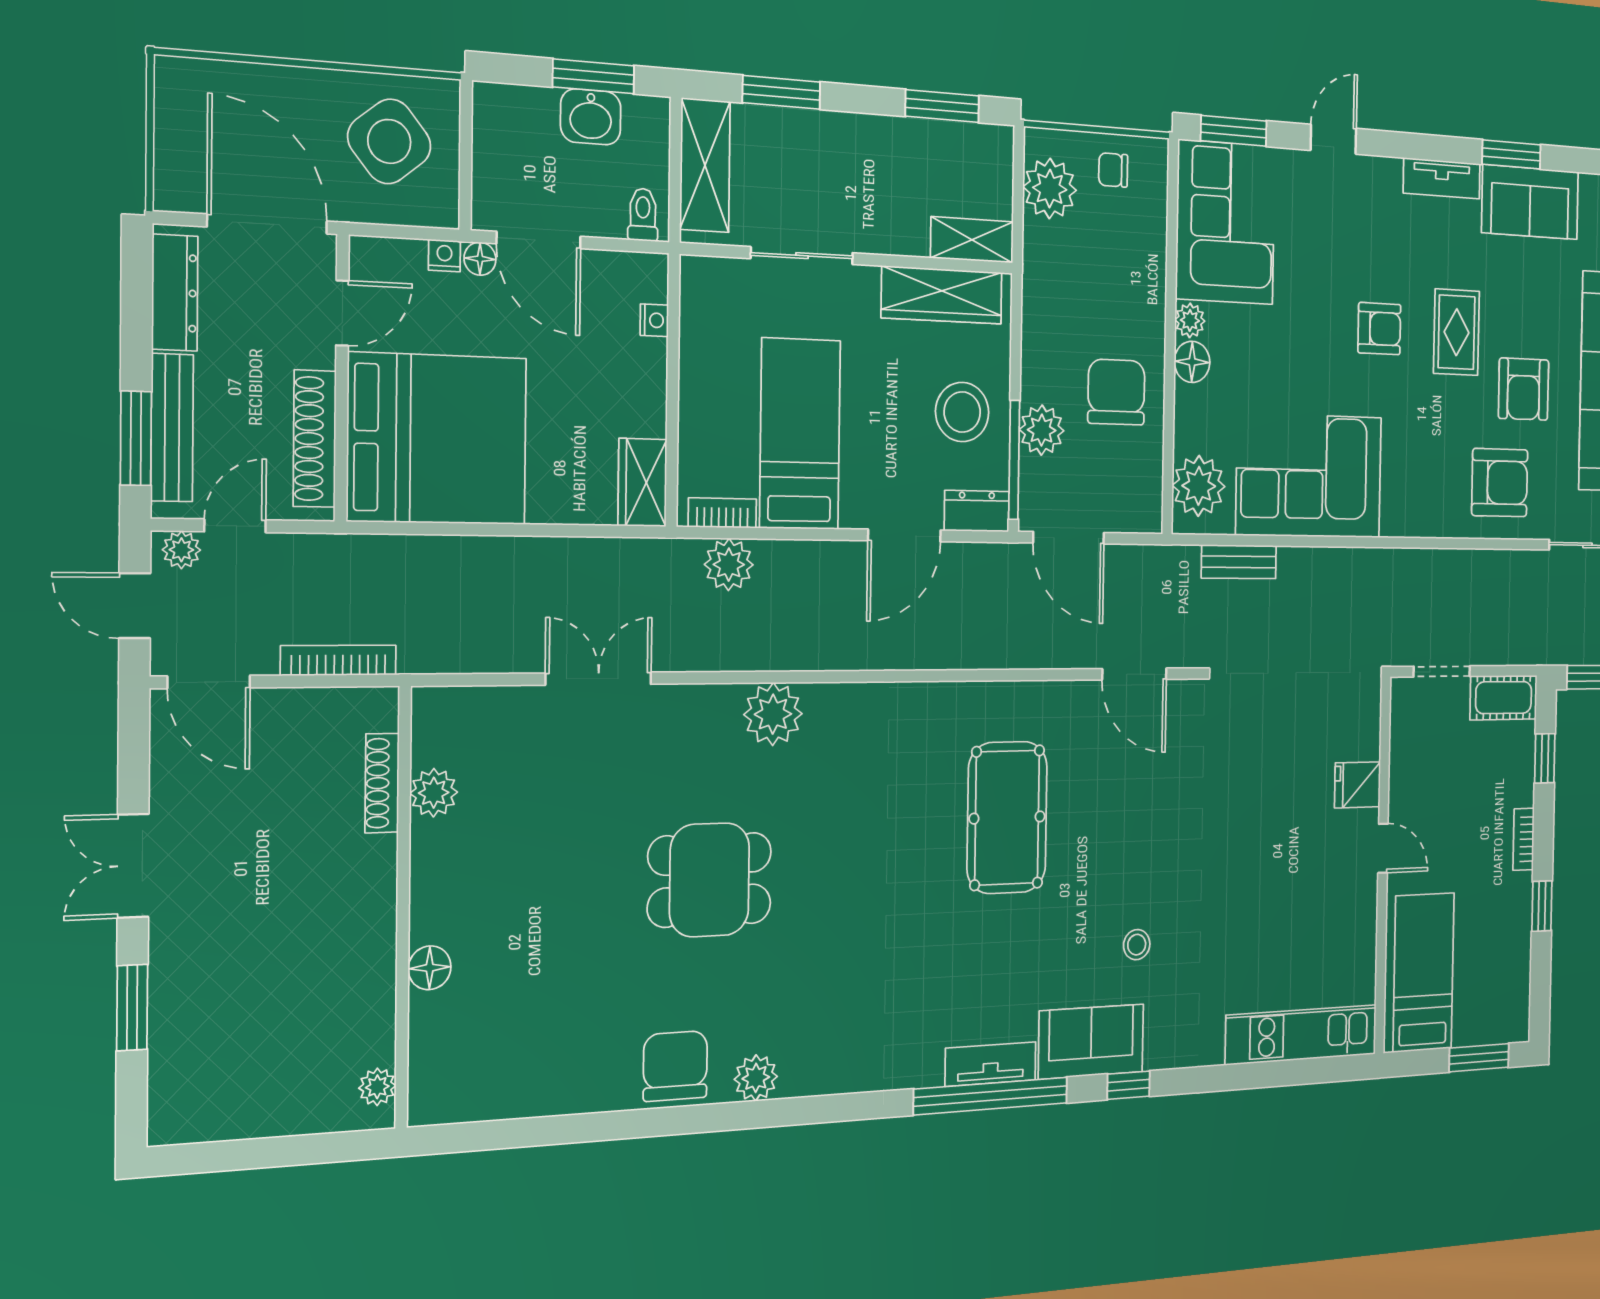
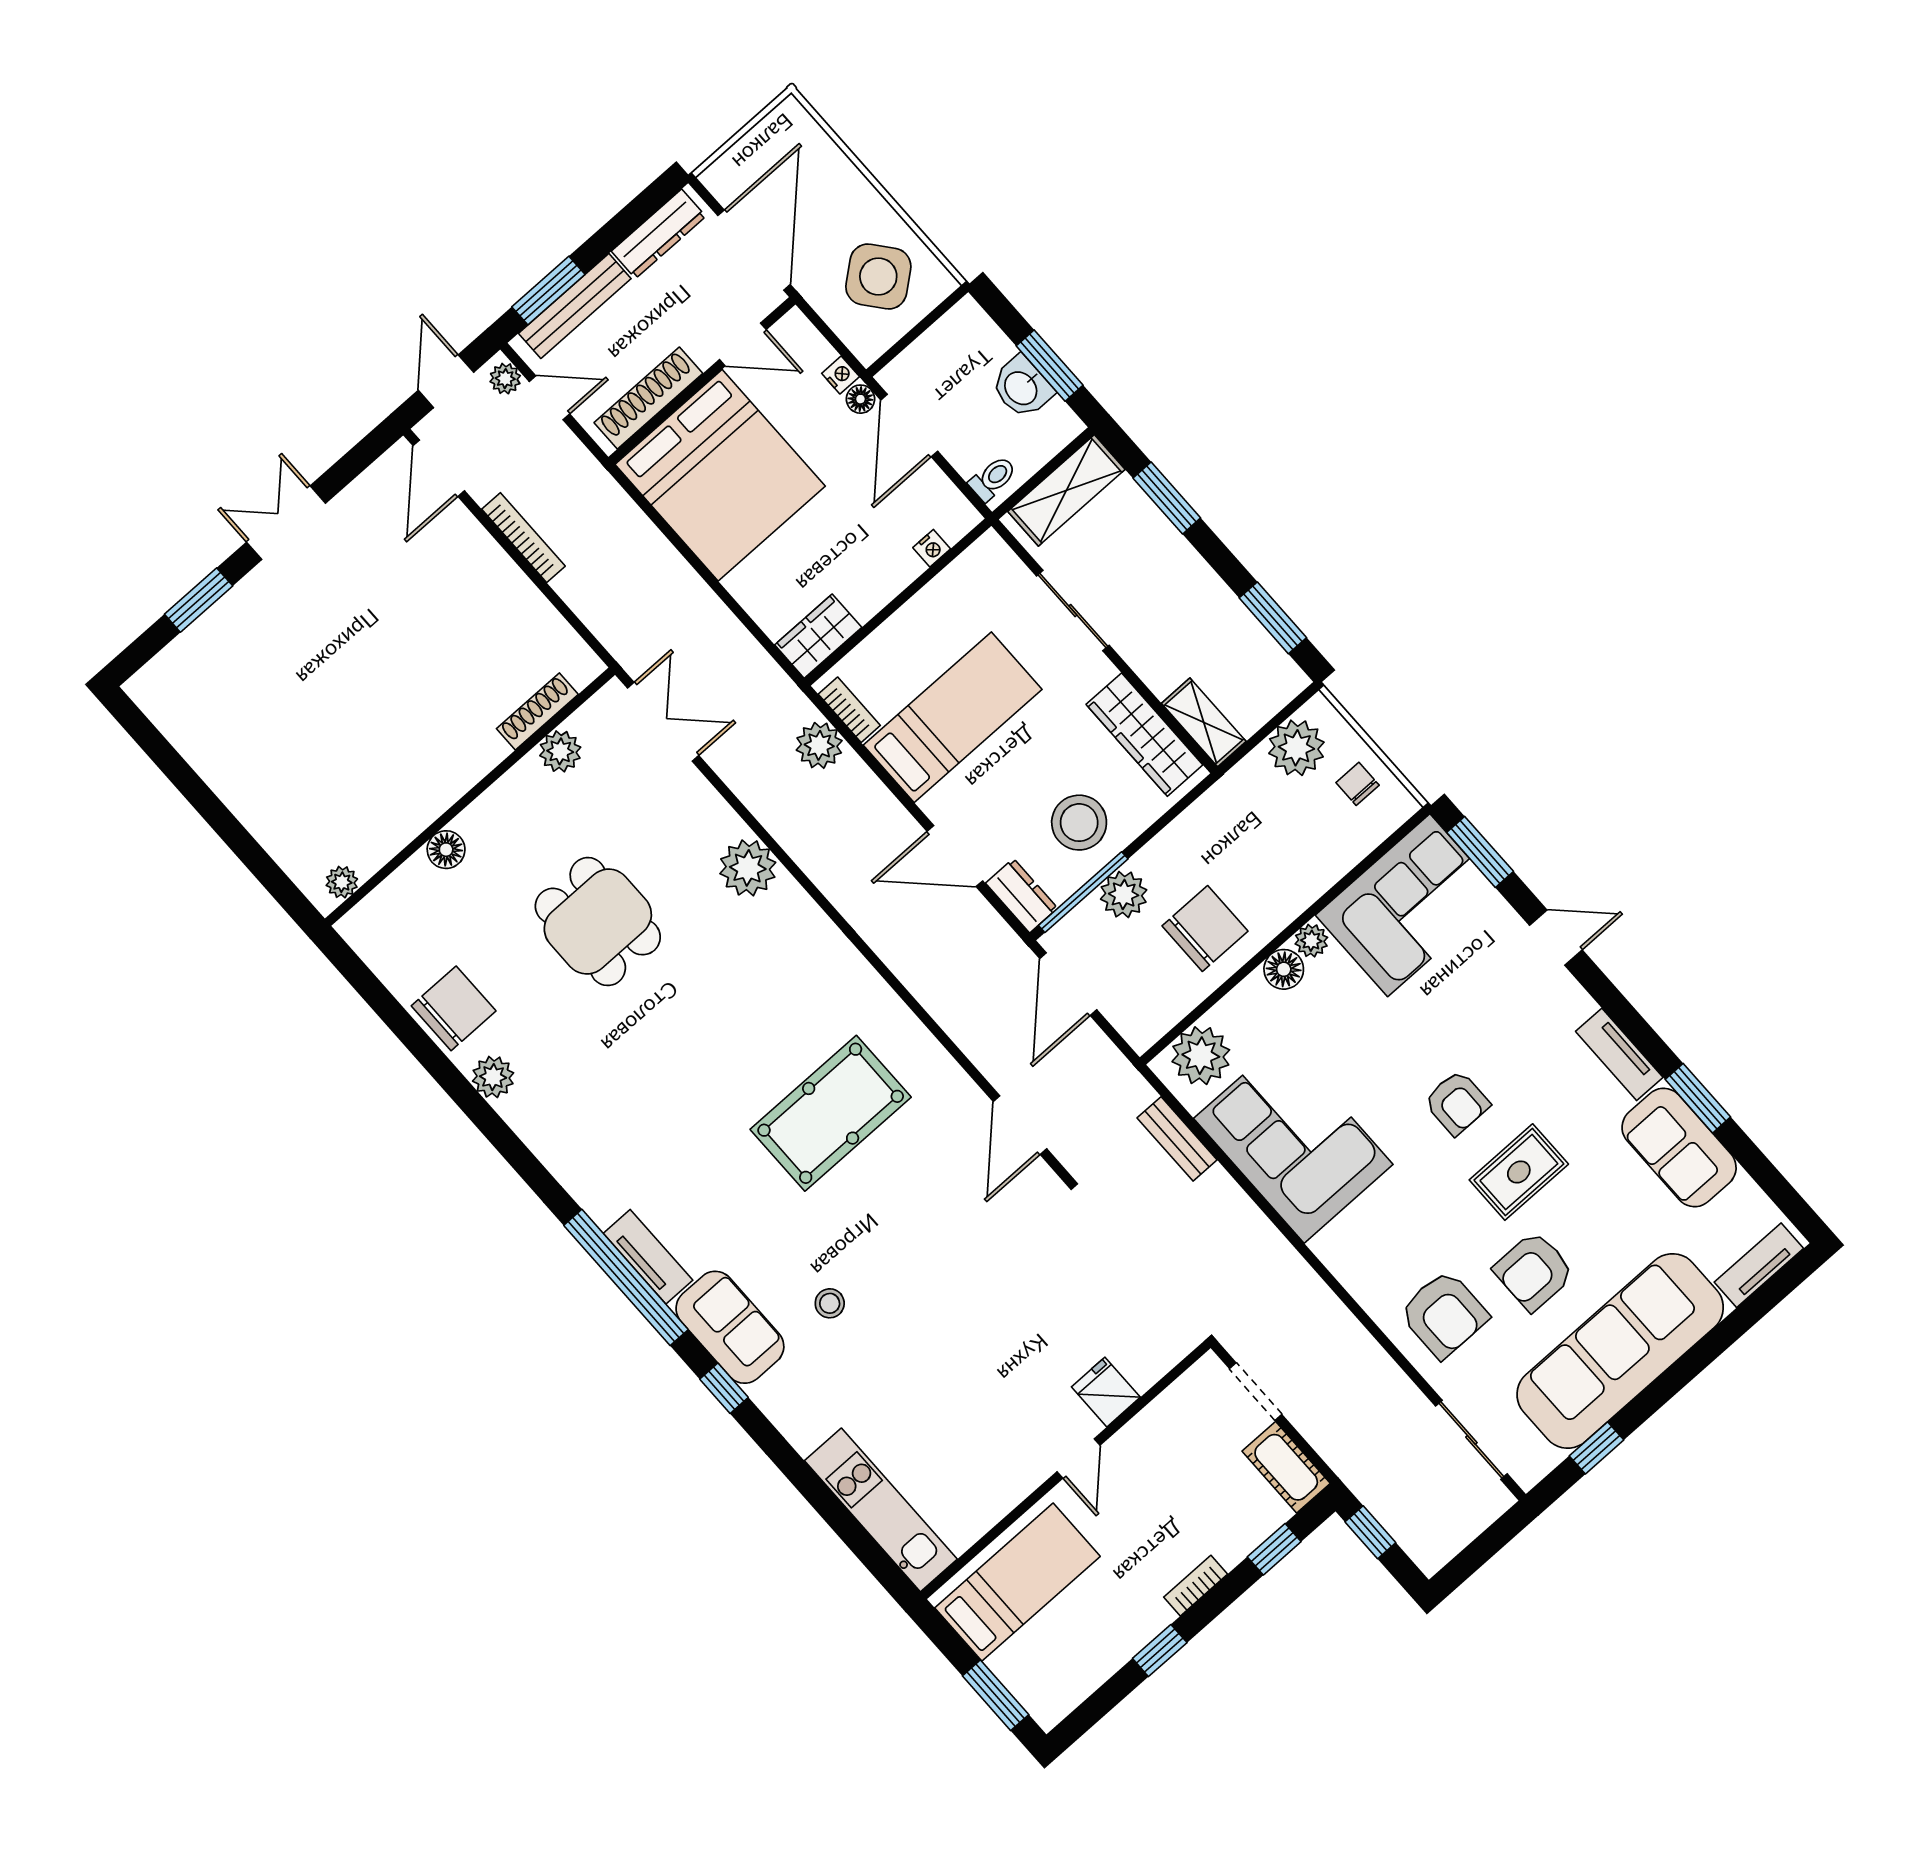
shoe rack: (382, 783) -> (537, 711), moved
plant: (434, 793) -> (560, 751), moved
wall: (403, 908) -> (470, 797), moved
floor lamp: (430, 968) -> (446, 850), moved
plant: (377, 1087) -> (342, 882), moved

